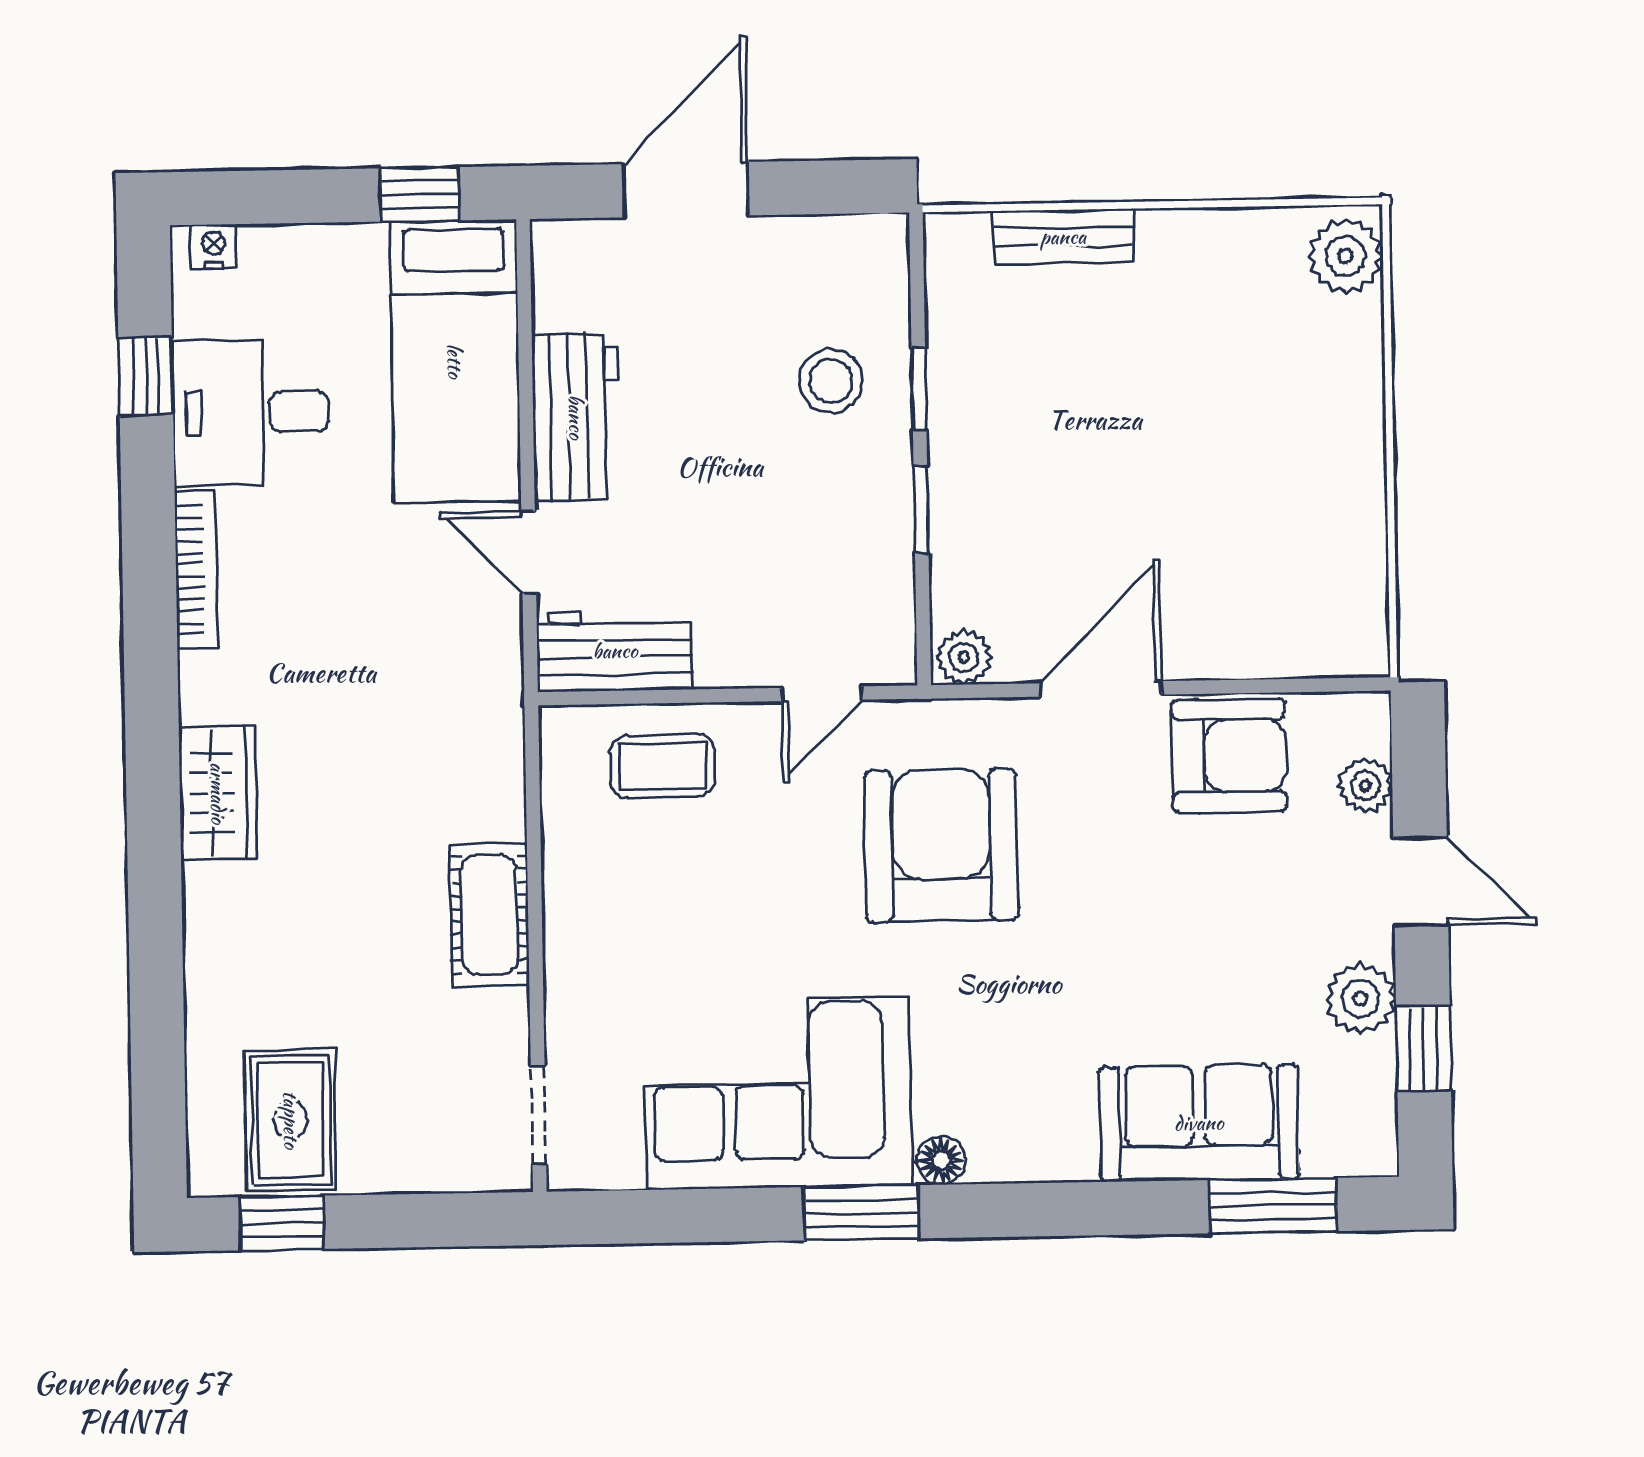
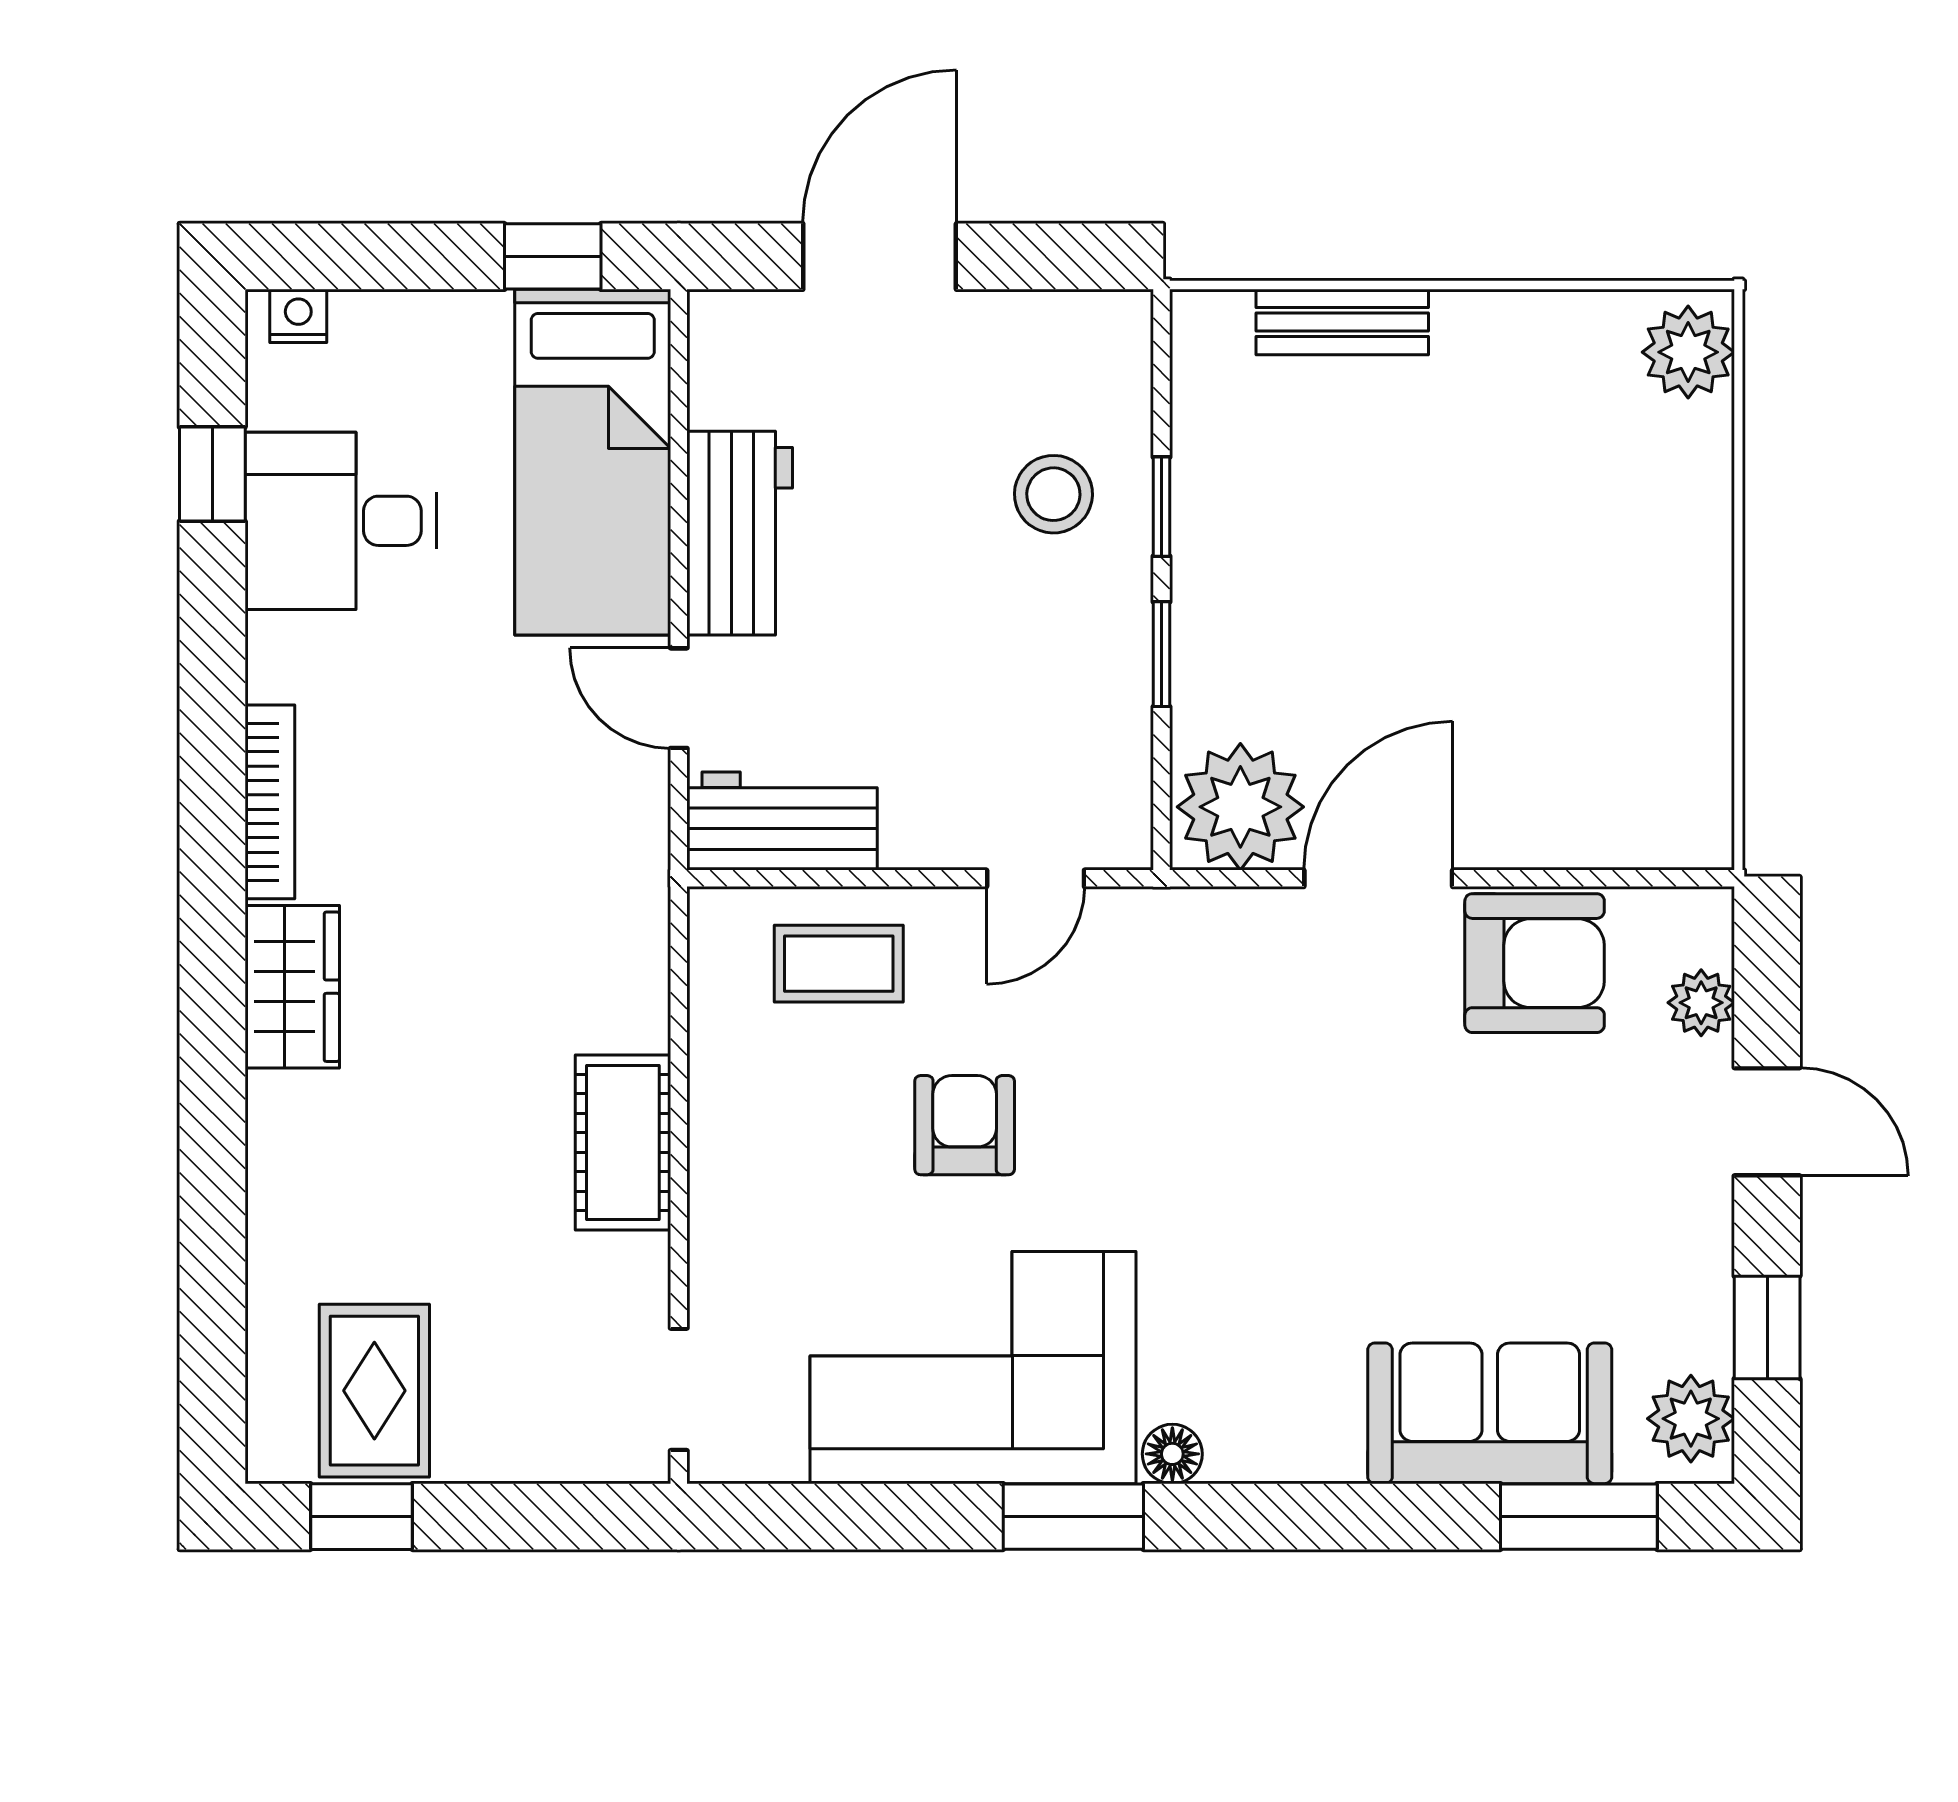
bookcase: (196, 570) -> (270, 802), moved
plant: (964, 657) -> (1240, 807), width x1.88, depth x1.88
armchair: (941, 845) -> (965, 1125), moved, width x0.53, depth x0.53
plant: (1361, 998) -> (1691, 1419), moved

